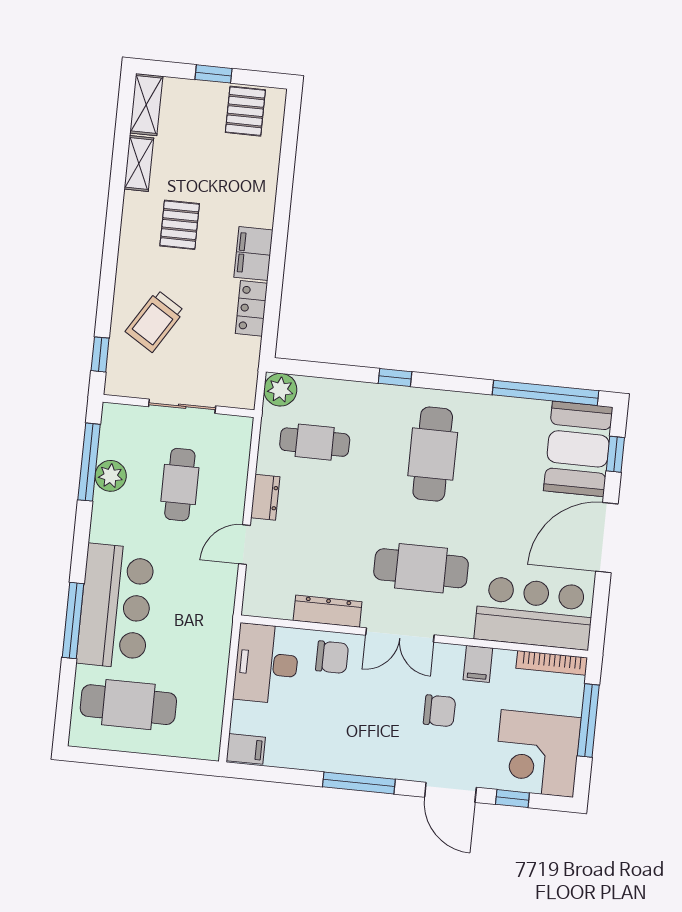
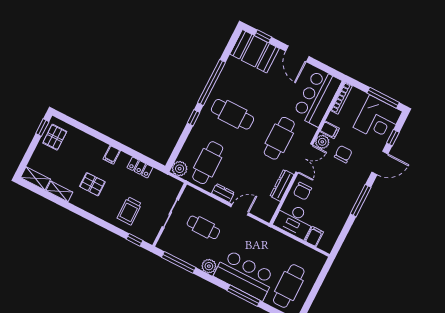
window: (213, 74) -> (42, 128), moved
pallet: (245, 111) -> (55, 137), turned 90
filing cabinet: (253, 254) -> (112, 155), width x0.50
trolley: (155, 321) -> (129, 211), turned 58
window: (545, 393) -> (211, 82), moved
cafe table: (315, 442) -> (208, 163), width x1.37, depth x1.35
plant: (111, 476) -> (209, 266), moved
door: (607, 538) -> (297, 54), width x0.73
door: (245, 545) -> (240, 210), swing flipped
chair: (332, 657) -> (302, 191), turned 180
plant: (448, 658) -> (322, 142), added
window: (588, 720) -> (383, 98), moved
filing cabinet: (246, 749) -> (314, 237), moved

